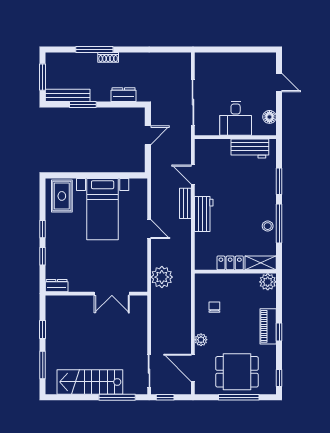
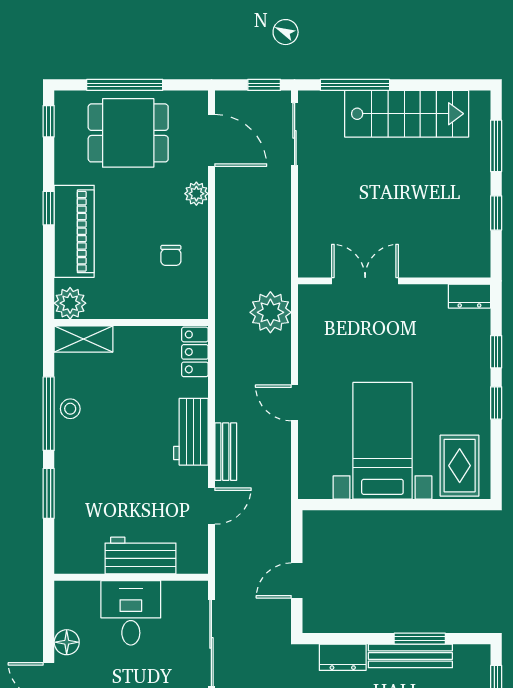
bench: (68, 95) -> (410, 656), moved
floor lamp: (269, 117) -> (67, 642), moved
workbench: (250, 148) -> (140, 556), moved
door: (193, 175) -> (211, 506), hinge flipped
locker: (230, 263) -> (195, 352), moved, turned 90
piano: (268, 326) -> (74, 231), width x1.37, depth x1.33

